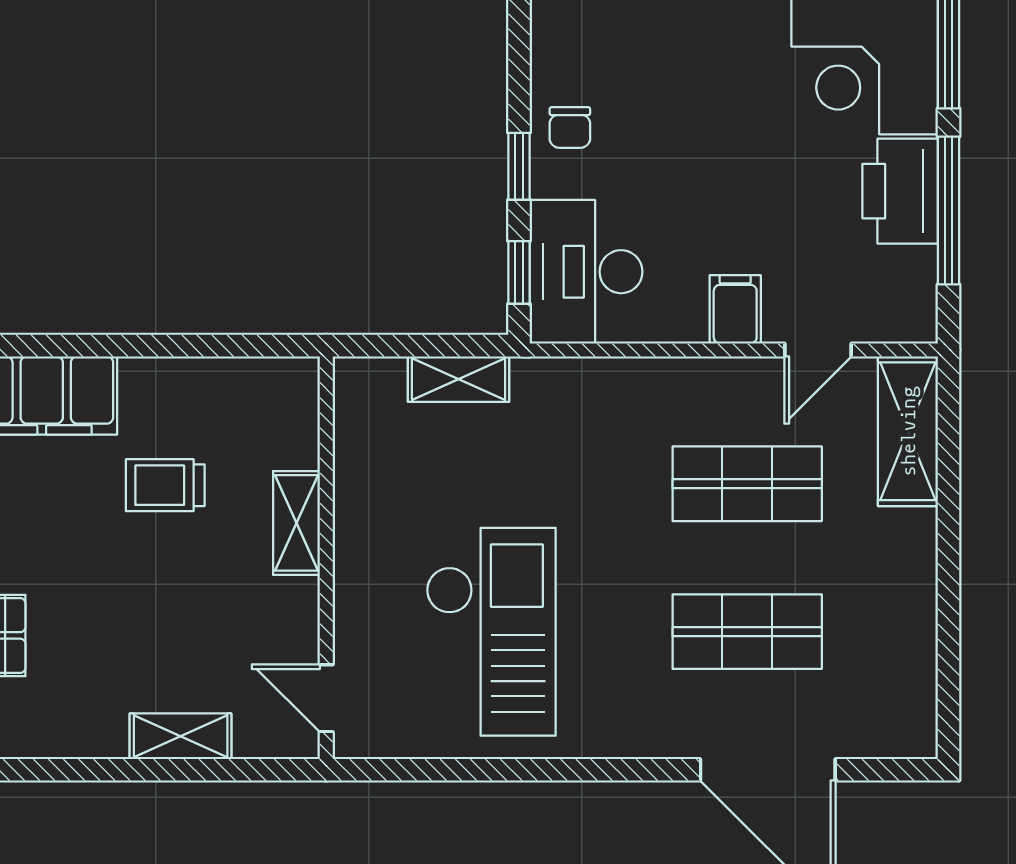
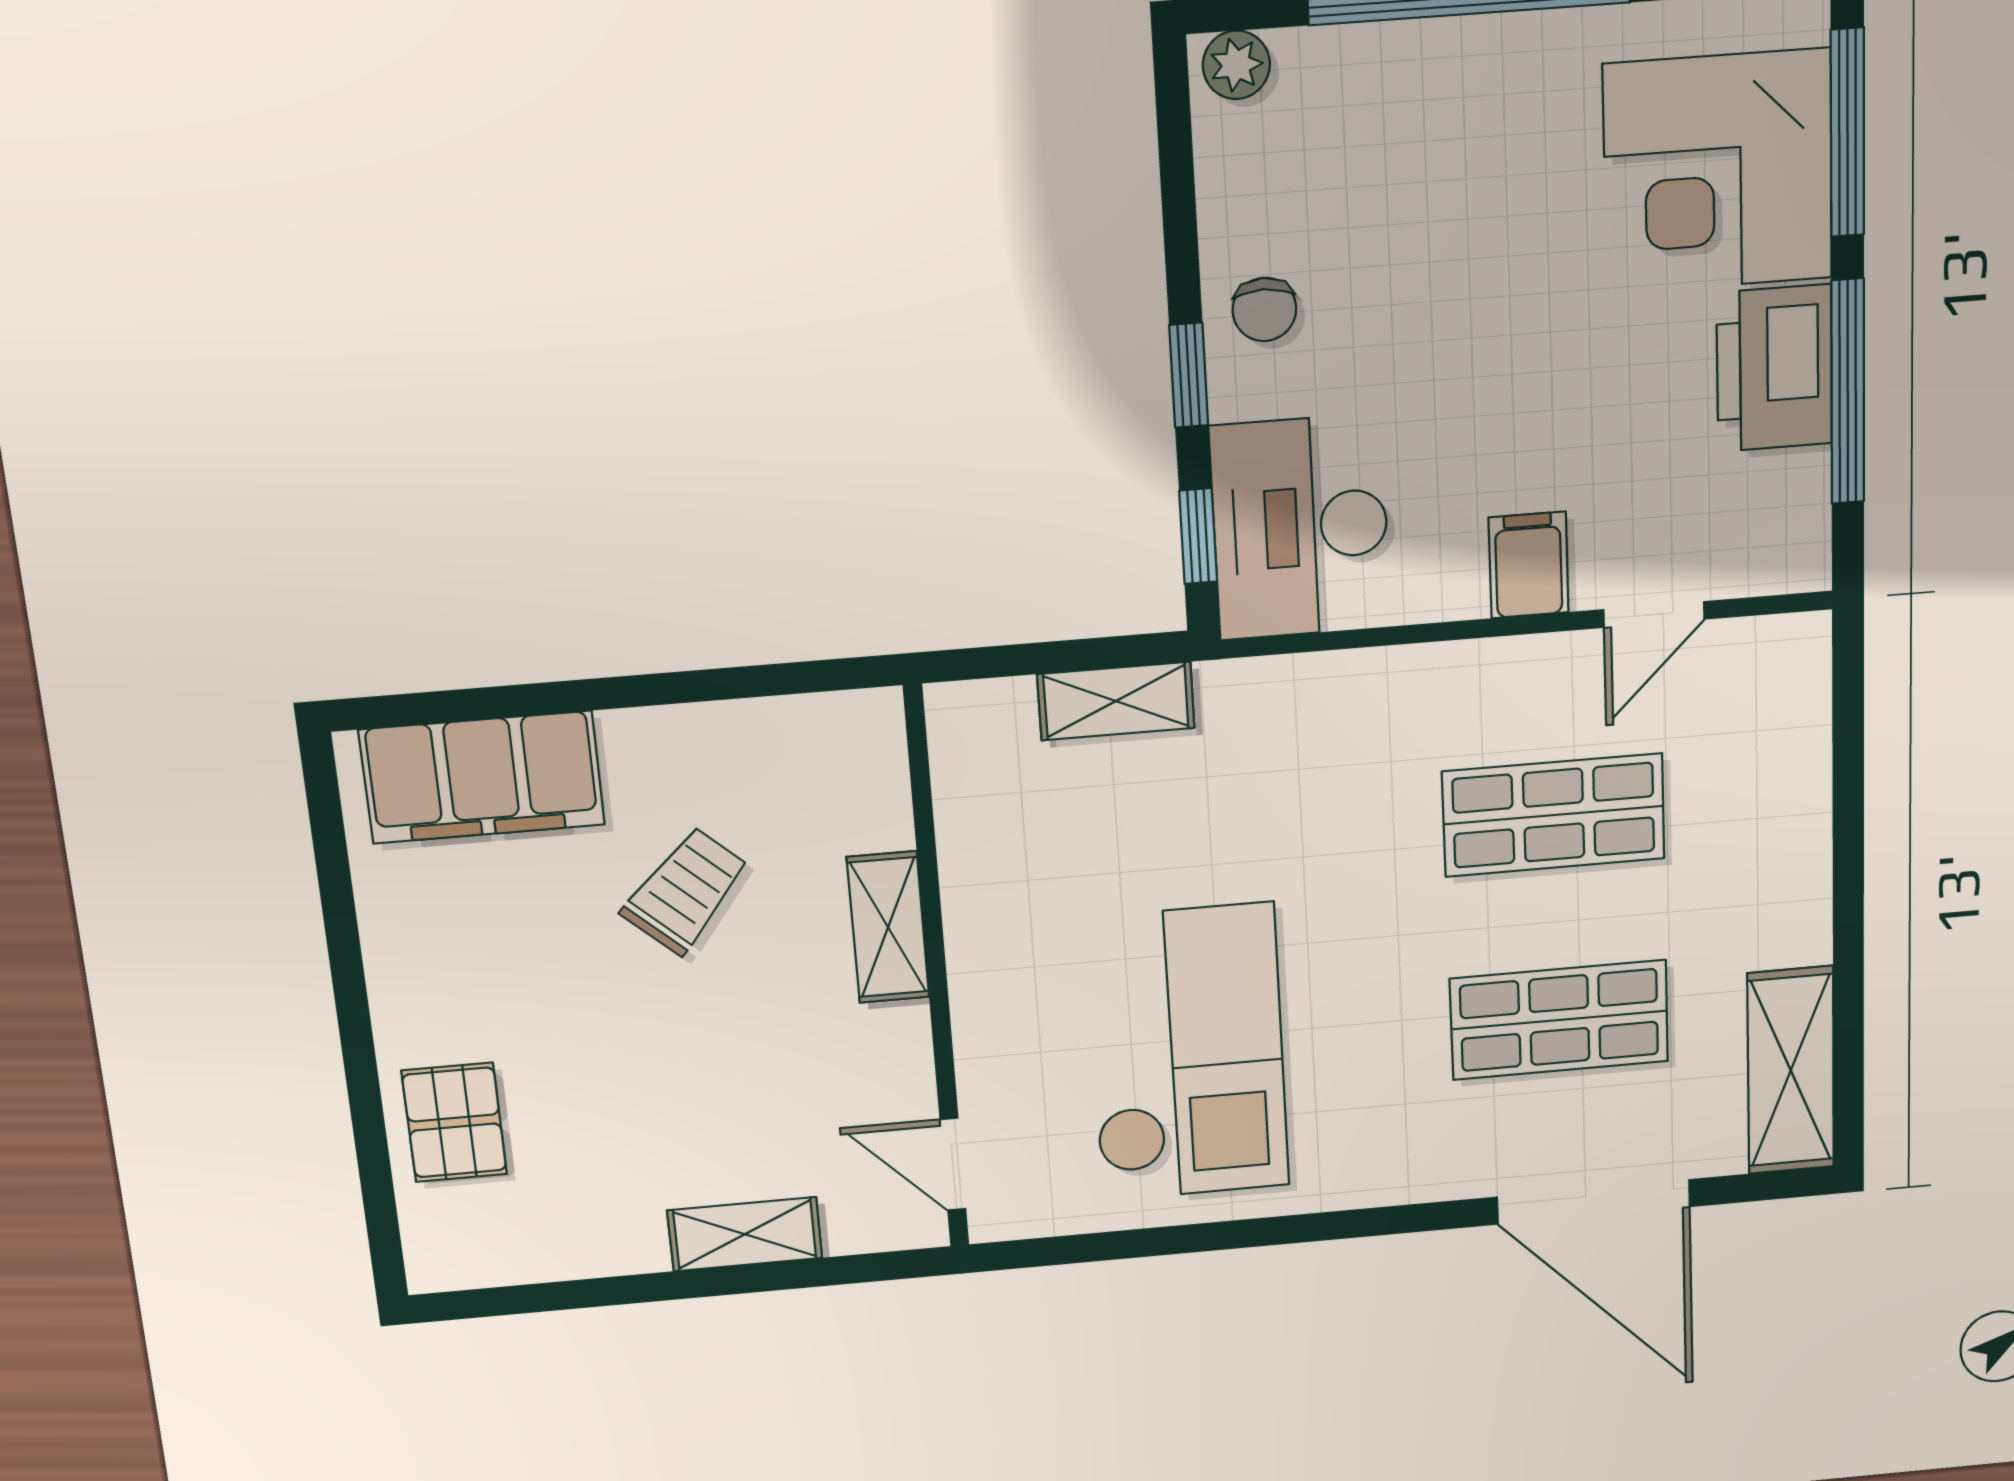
shelving: (908, 431) -> (1791, 1070), moved
trolley: (165, 485) -> (685, 891), turned 132

